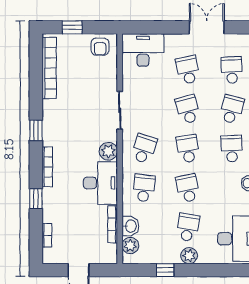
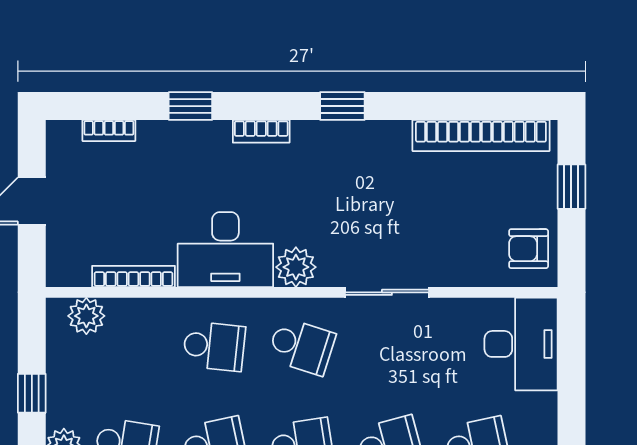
bookcase: (47, 167) -> (261, 131), width x0.64
washbasin: (130, 226) -> (129, 316), removed

